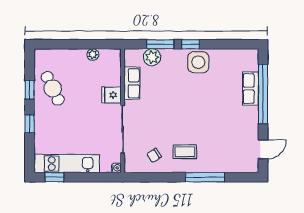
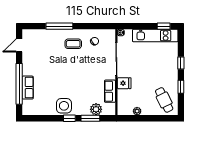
cafe table: (53, 88) -> (164, 100), moved

